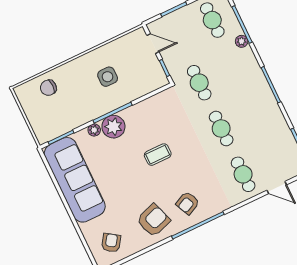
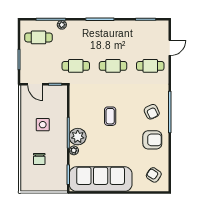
door: (153, 44) -> (35, 84), swing flipped
chair: (48, 88) -> (39, 159), moved
armchair: (153, 220) -> (152, 140), turned 109

